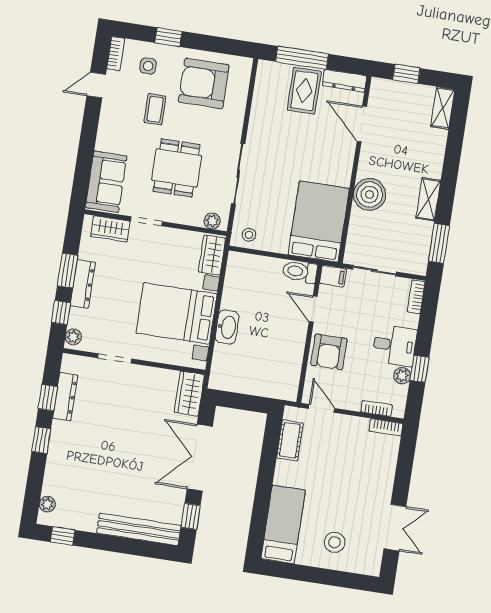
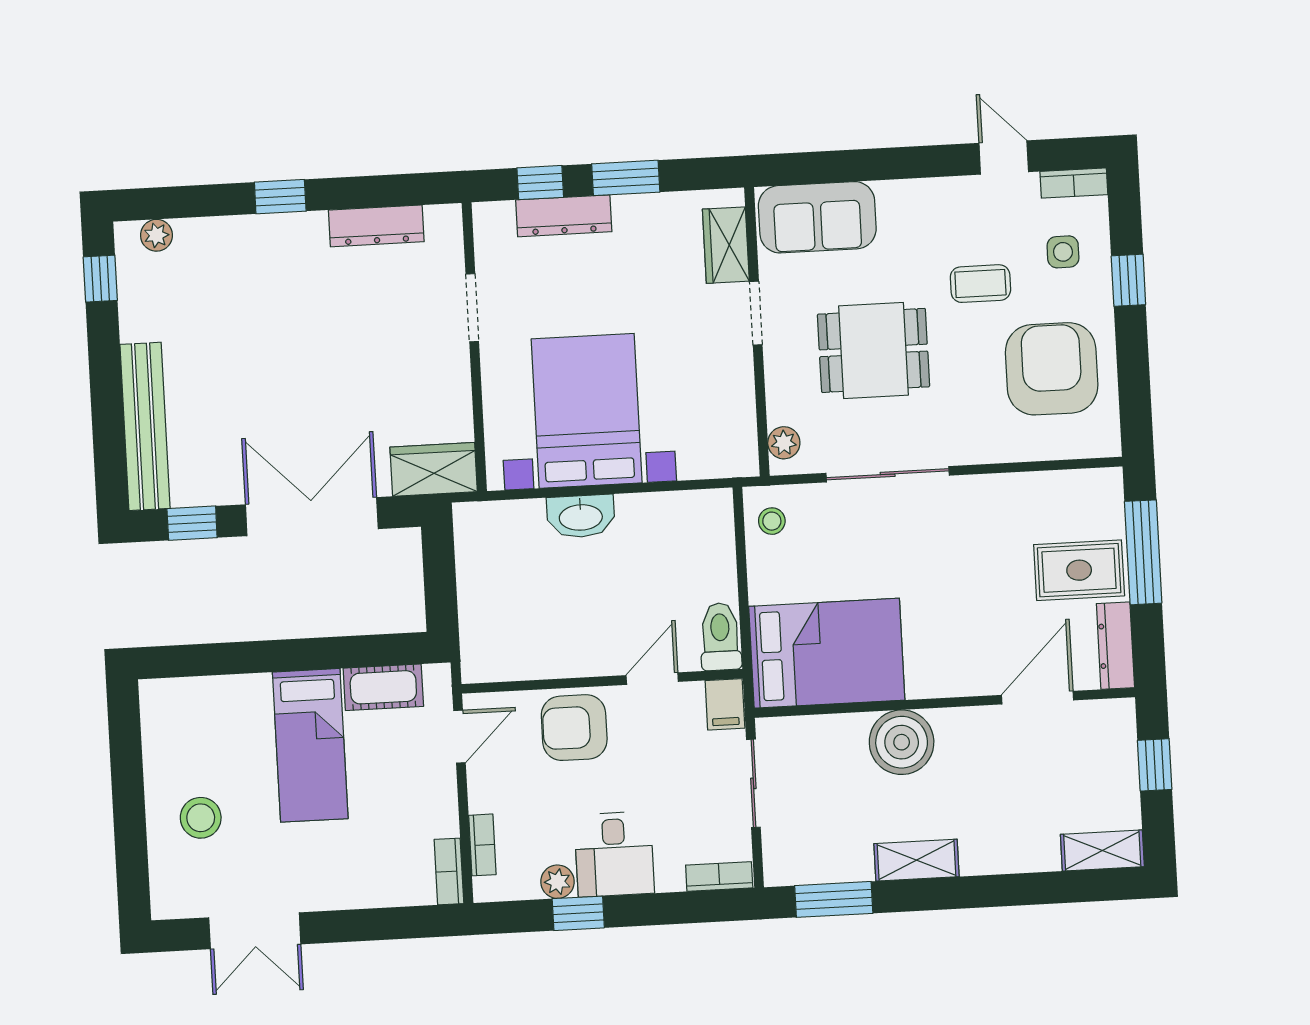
wardrobe: (212, 255) -> (716, 457), removed
dresser: (83, 284) -> (564, 216), moved
plant: (73, 337) -> (497, 217), removed
window: (48, 398) -> (367, 192), removed
bed: (283, 524) -> (310, 745), moved, turned 90

